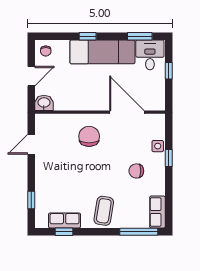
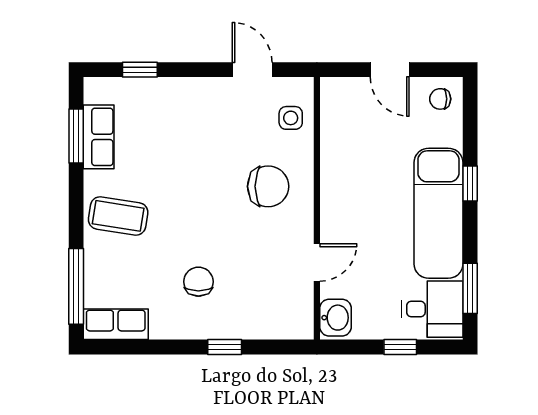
washbasin: (44, 103) -> (335, 318), moved
door: (127, 112) -> (317, 262), width x0.53
side table: (158, 146) -> (291, 118), moved
window: (64, 232) -> (76, 136), width x1.50

